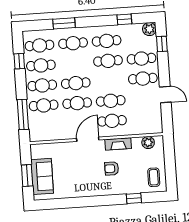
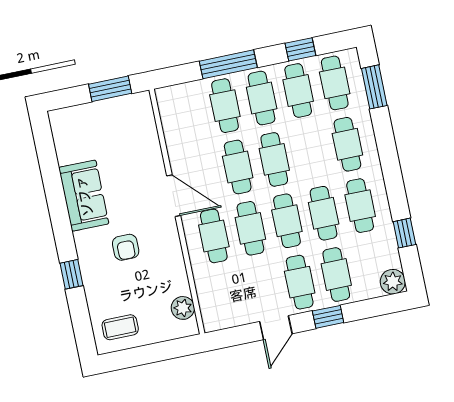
window: (64, 23) -> (374, 87), moved
window: (162, 44) -> (328, 317), moved
cafe table: (109, 81) -> (287, 221), added
window: (23, 114) -> (228, 64), moved
fireplace: (118, 144) -> (173, 253), removed
armchair: (112, 169) -> (126, 247), turned 180
window: (27, 175) -> (110, 89), moved
sofa: (42, 176) -> (84, 196), moved, turned -90
window: (134, 198) -> (72, 274), moved

